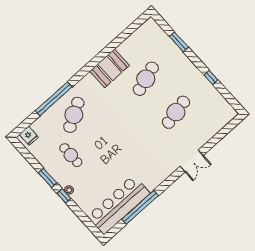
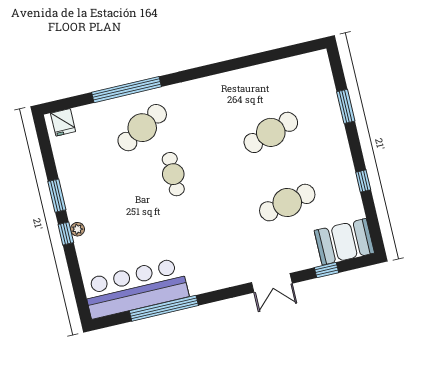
booth: (110, 68) -> (344, 242), moved
window: (218, 137) -> (327, 270), added
cafe table: (71, 155) -> (173, 174), moved

